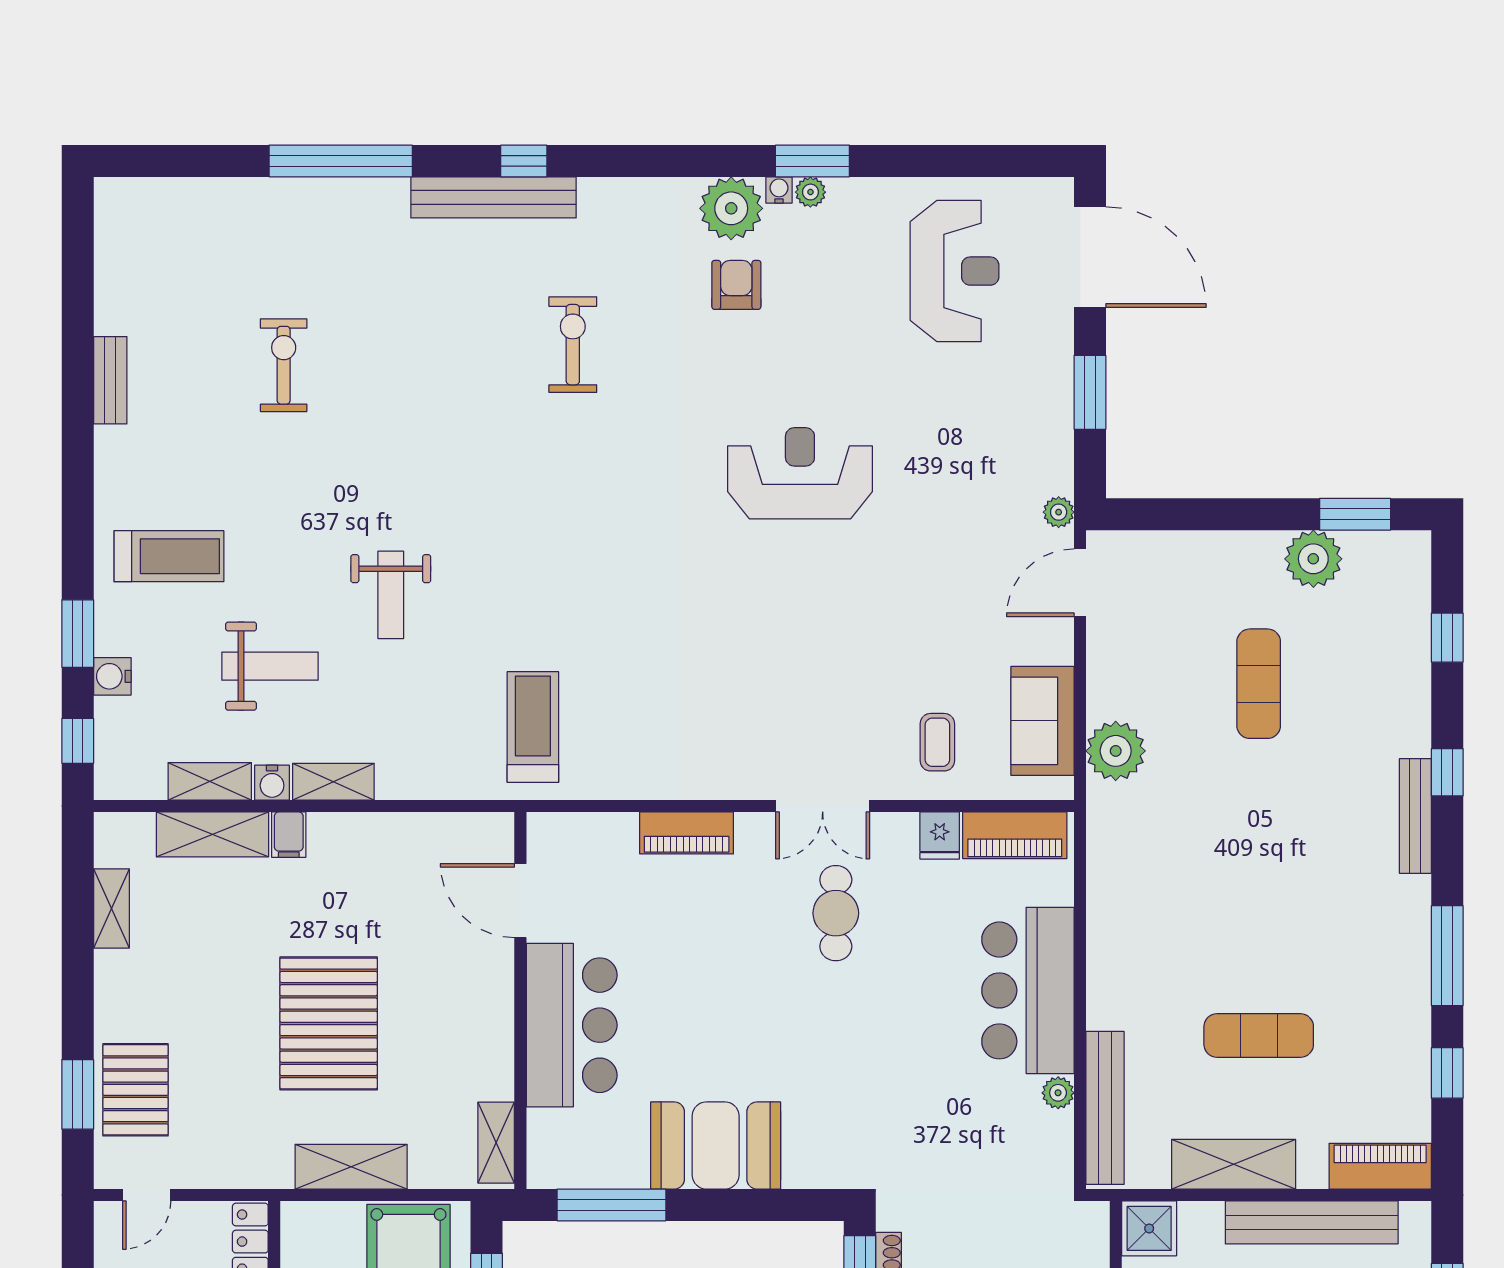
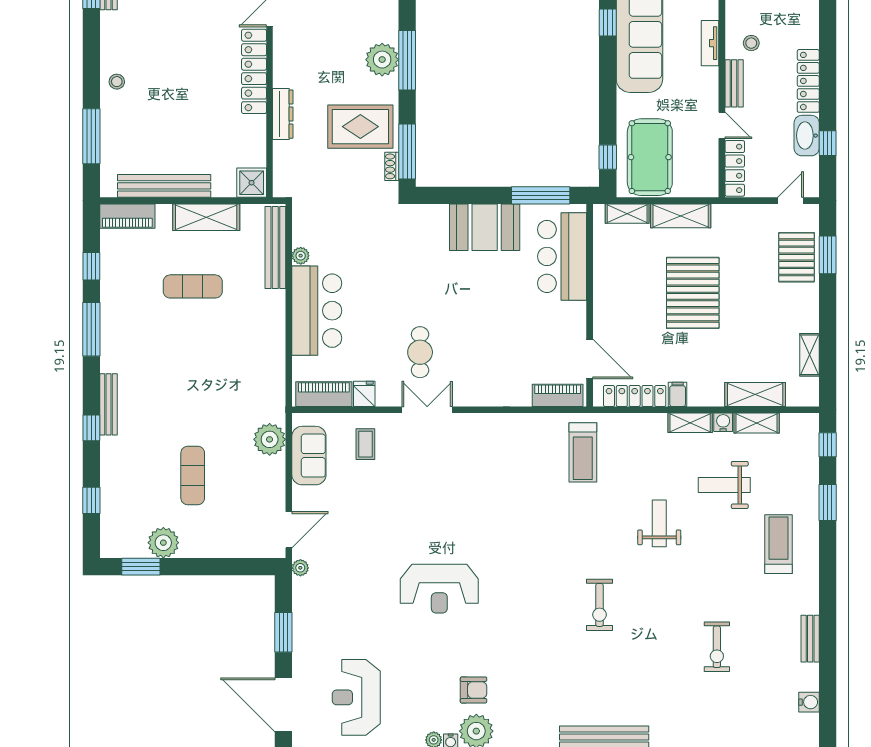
armchair: (736, 285) -> (473, 690), turned -90
exercise bike: (573, 345) -> (599, 605), moved
treadmill: (169, 556) -> (779, 544), turned 90
water cooler: (112, 676) -> (809, 702), moved
locker: (437, 832) -> (635, 396), added
piano: (687, 833) -> (558, 395), moved
filing cabinet: (289, 835) -> (678, 394), moved
bar counter: (572, 1025) -> (562, 256), moved
shelving: (496, 1143) -> (627, 214), moved, turned 90

